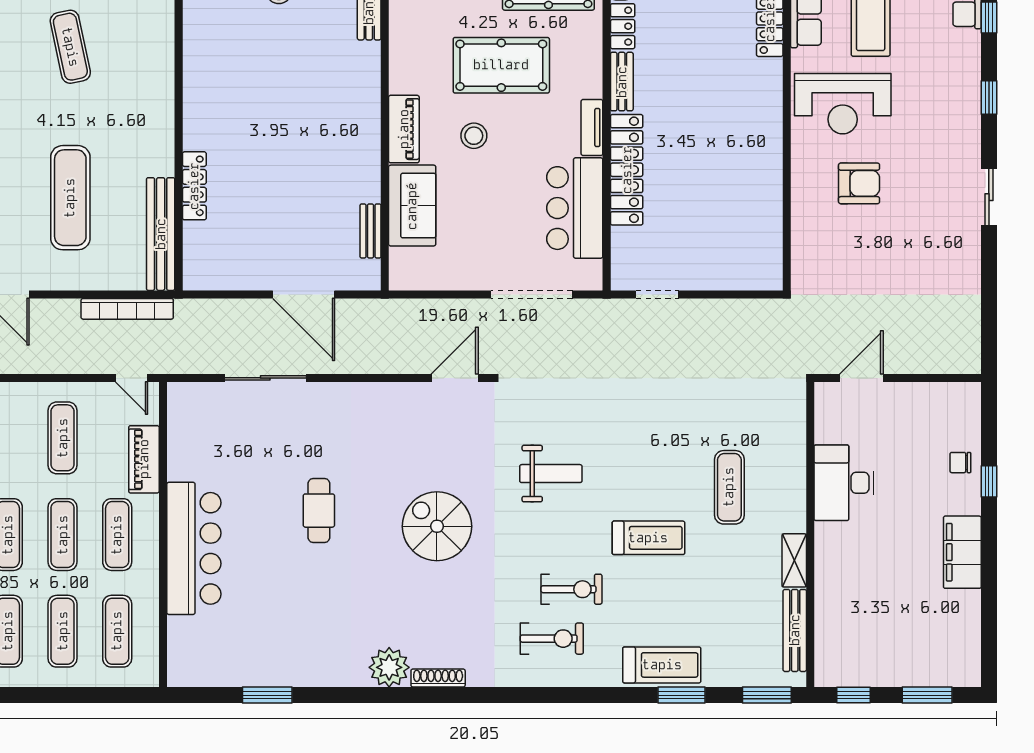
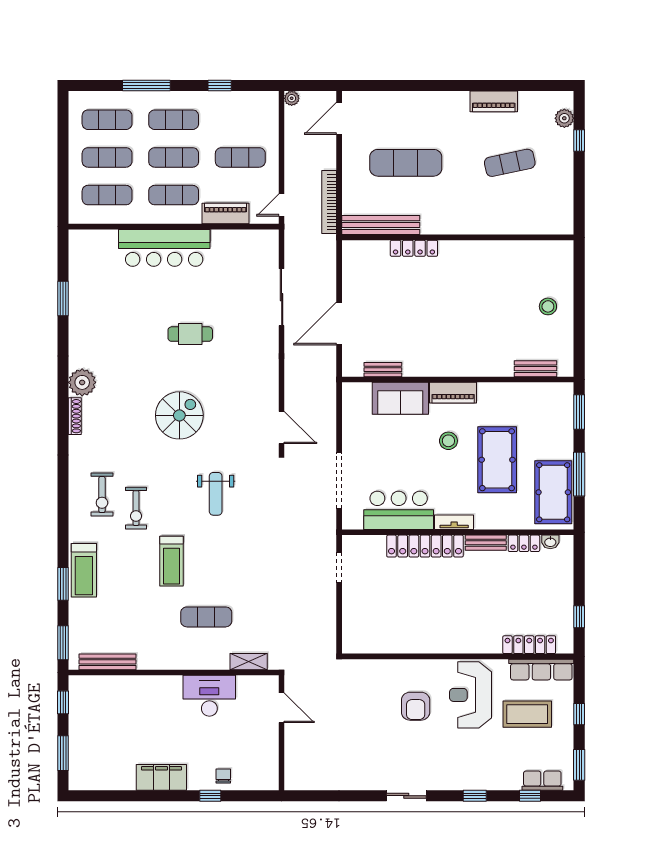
shelving: (794, 560) -> (249, 662), moved

